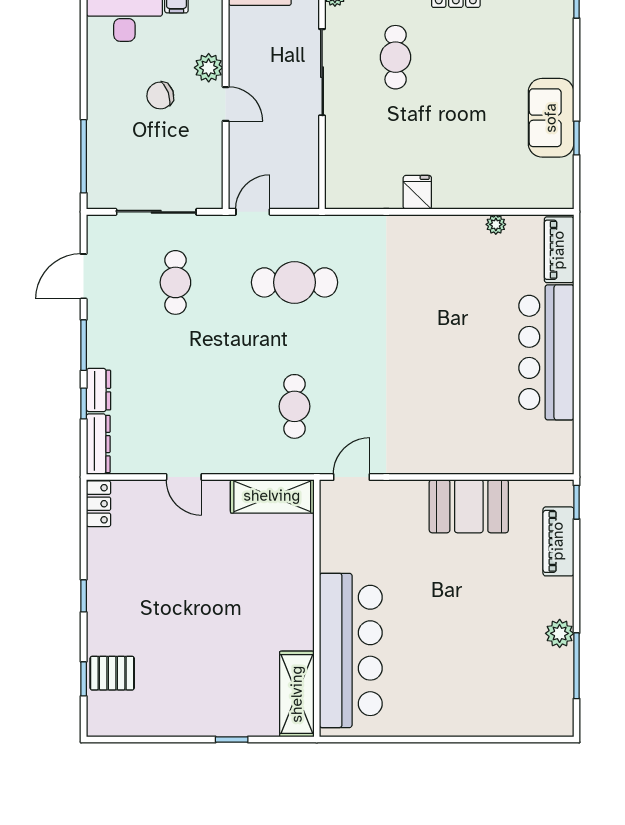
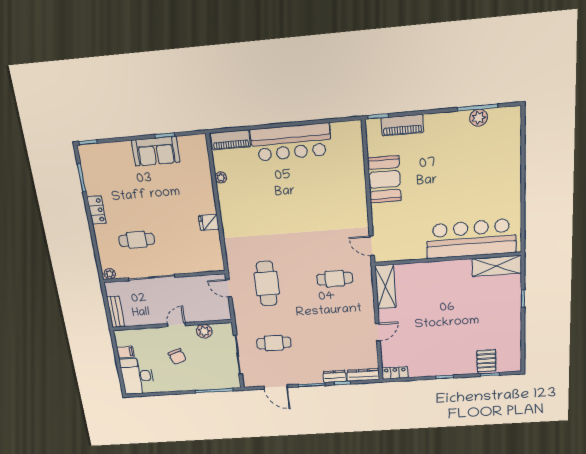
plant: (209, 68) -> (204, 331), moved
door: (253, 212) -> (229, 288), moved
plant: (560, 633) -> (479, 118), moved

